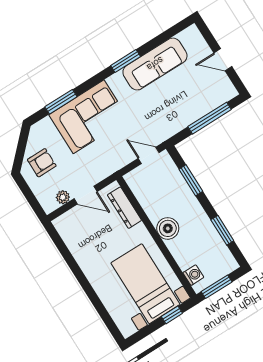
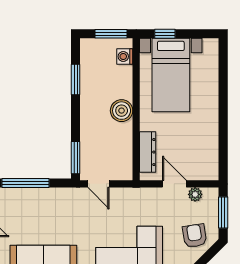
armchair: (42, 163) -> (195, 236), turned 81
window: (191, 180) -> (76, 158), moved
window: (30, 197) -> (223, 213), added

